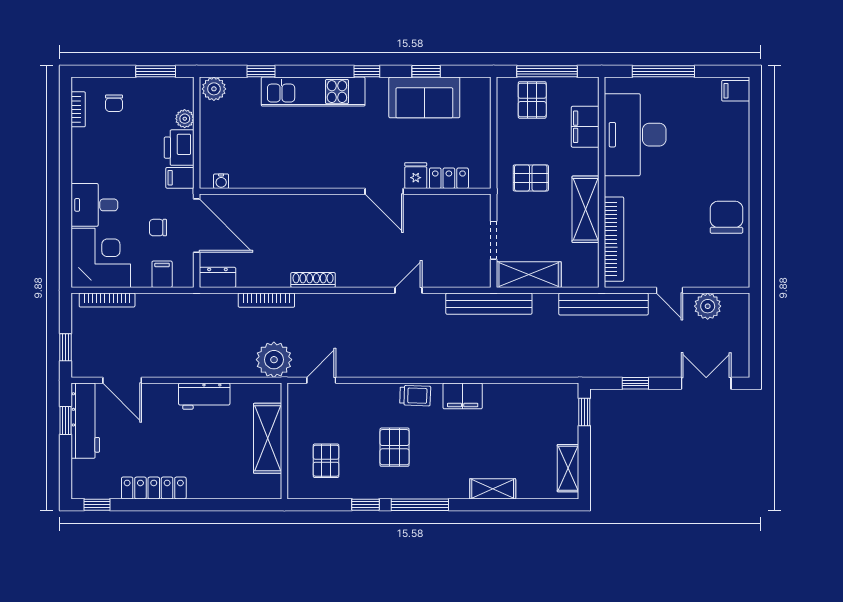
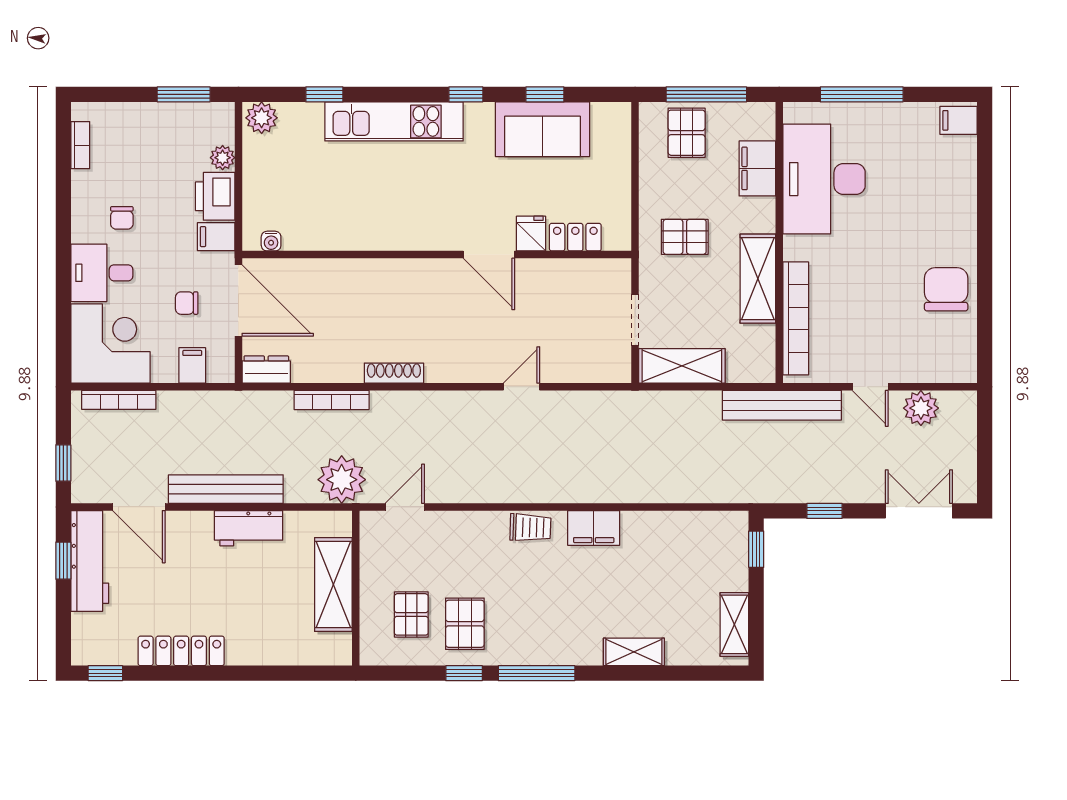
chair: (114, 103) -> (122, 218), moved
bench: (489, 304) -> (226, 489), moved
pallet: (395, 447) -> (465, 624), moved

